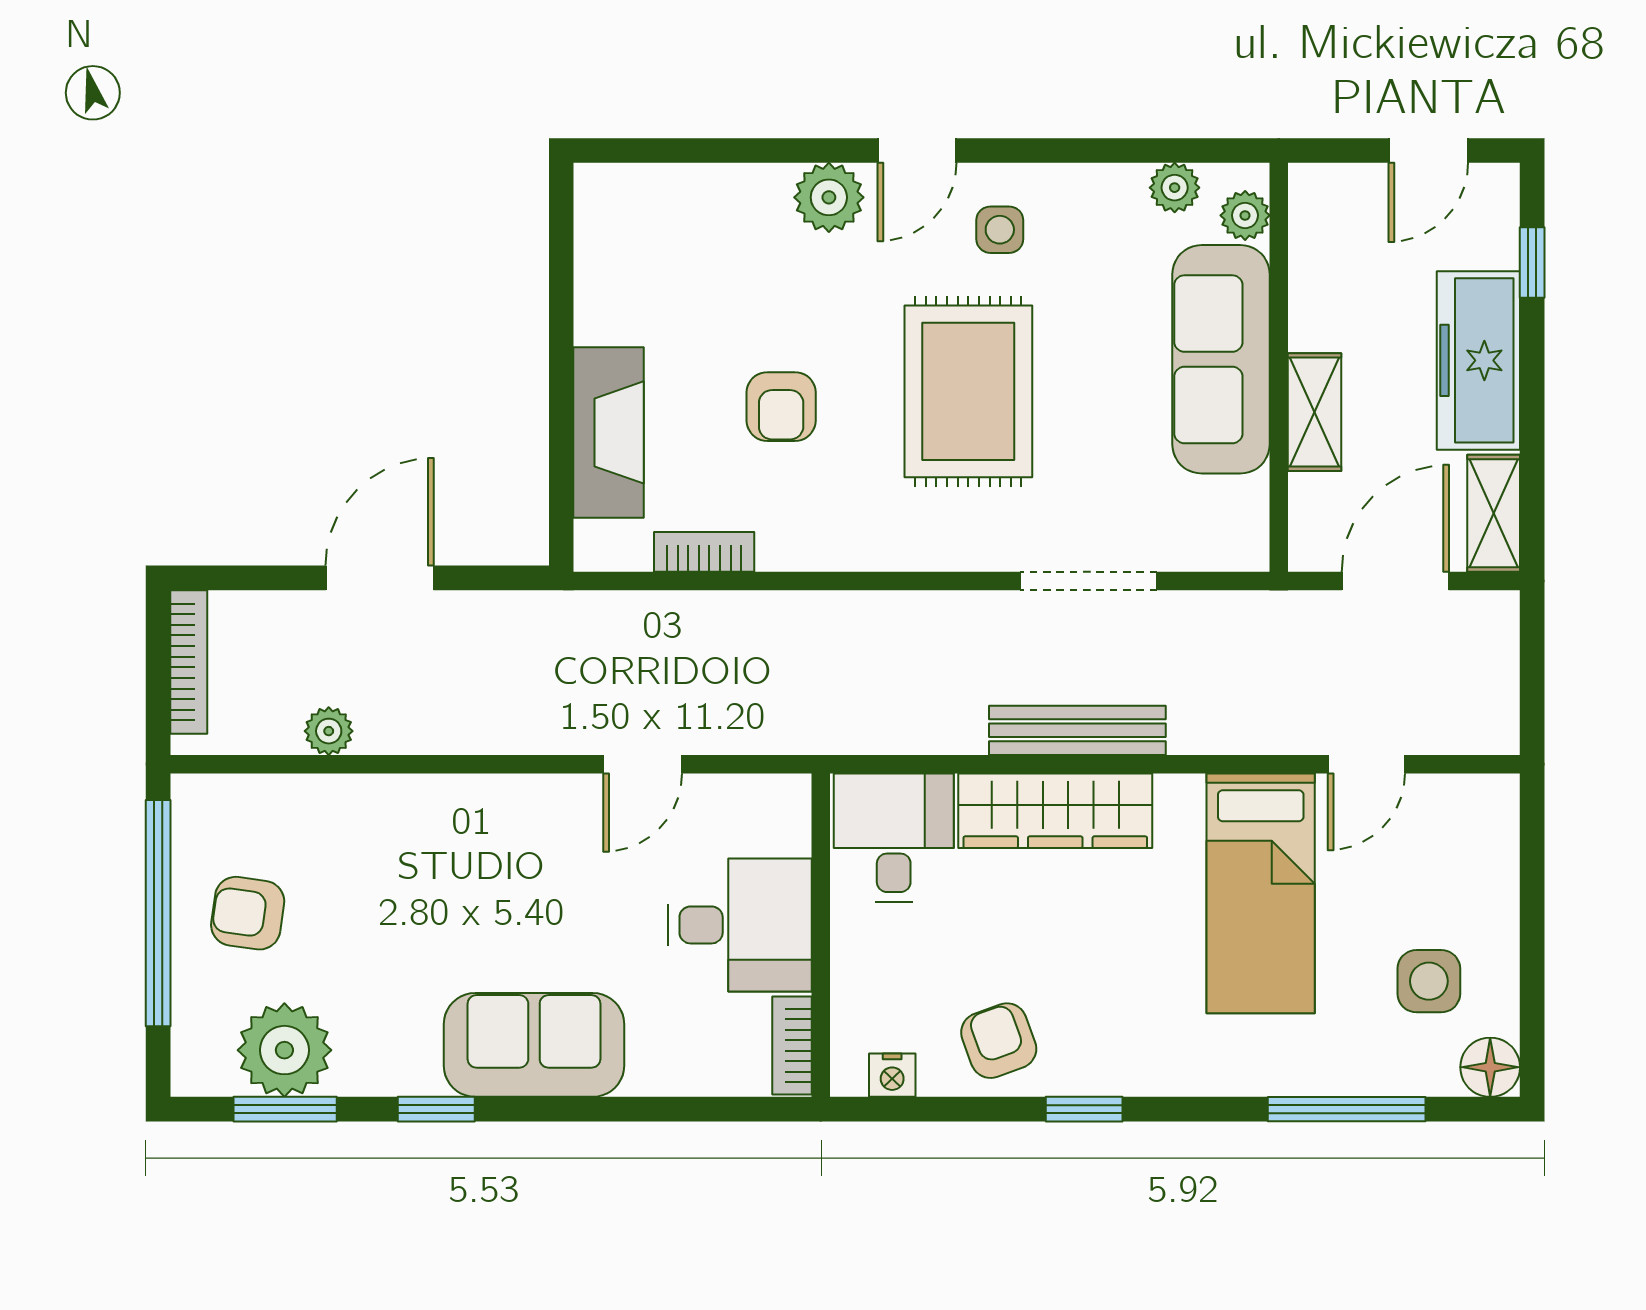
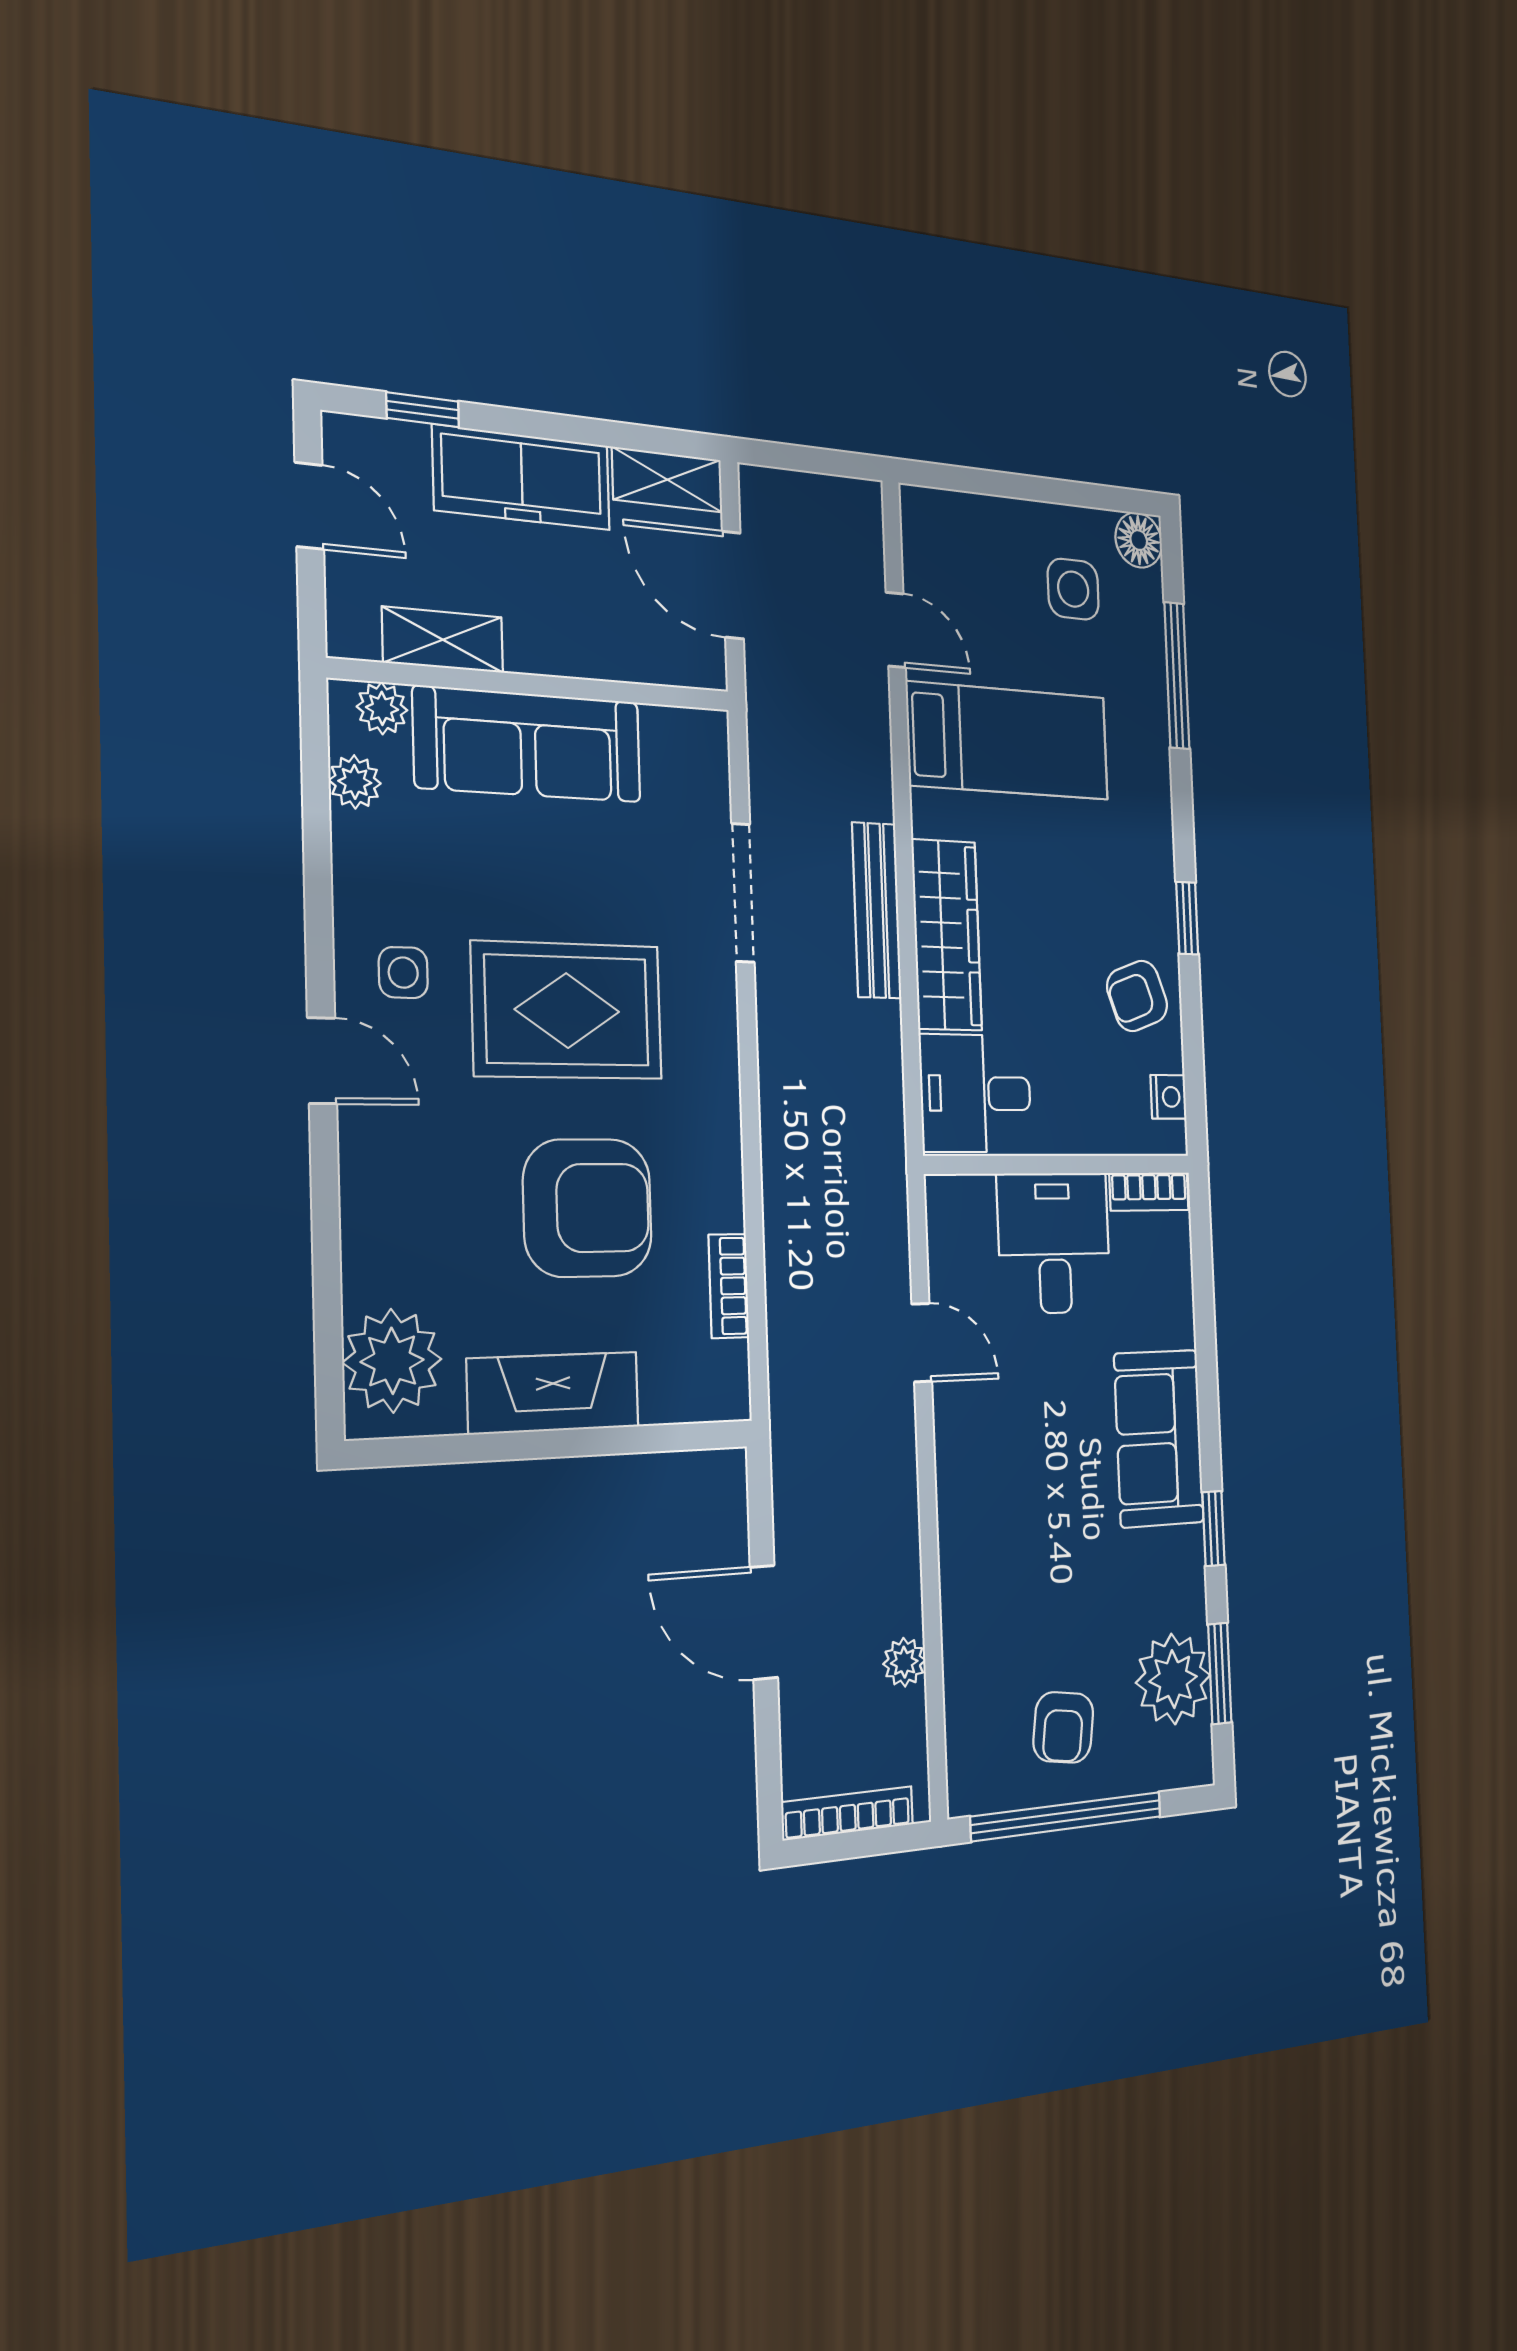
plant: (829, 197) -> (392, 1361), moved, width x1.36, depth x1.36
armchair: (781, 407) -> (588, 1208), width x1.88, depth x1.88
shelving: (1315, 412) -> (443, 640), moved
fireplace: (609, 432) -> (553, 1393), moved

